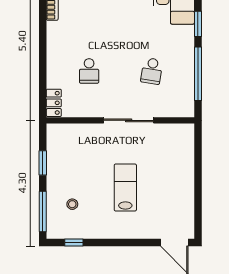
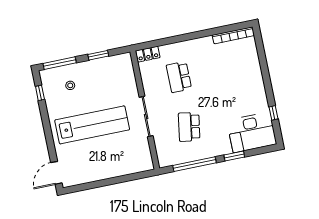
school desk: (89, 71) -> (179, 77), width x1.85
school desk: (152, 71) -> (189, 127), width x1.85
lab bench: (125, 188) -> (92, 125), width x1.86, depth x1.39

